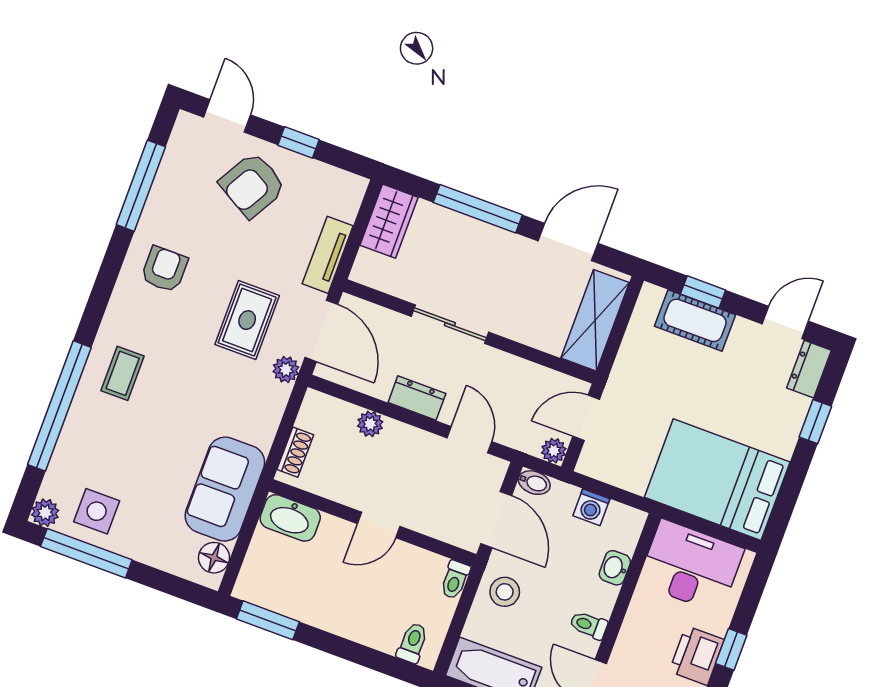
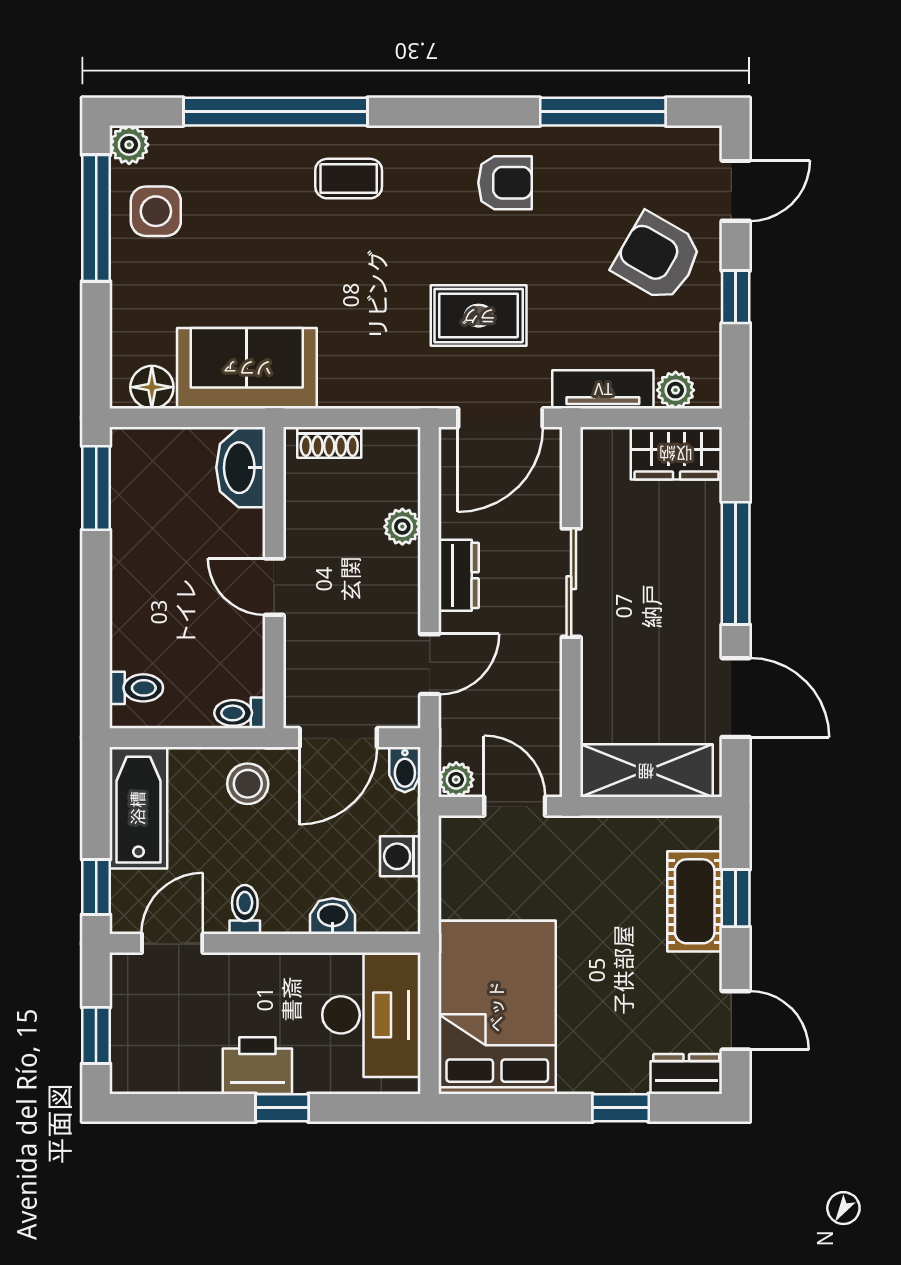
plant: (286, 369) -> (676, 390), moved

